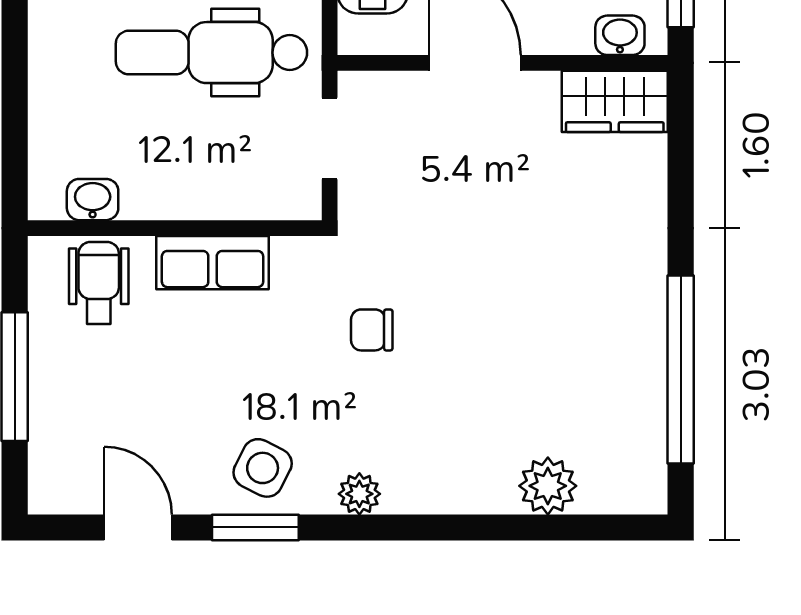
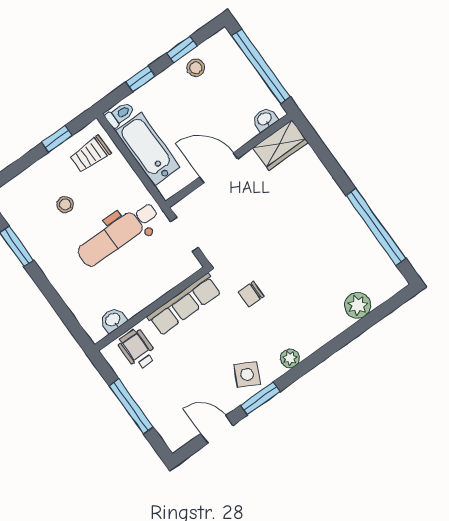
row of seats: (213, 263) -> (184, 304), width x1.48

